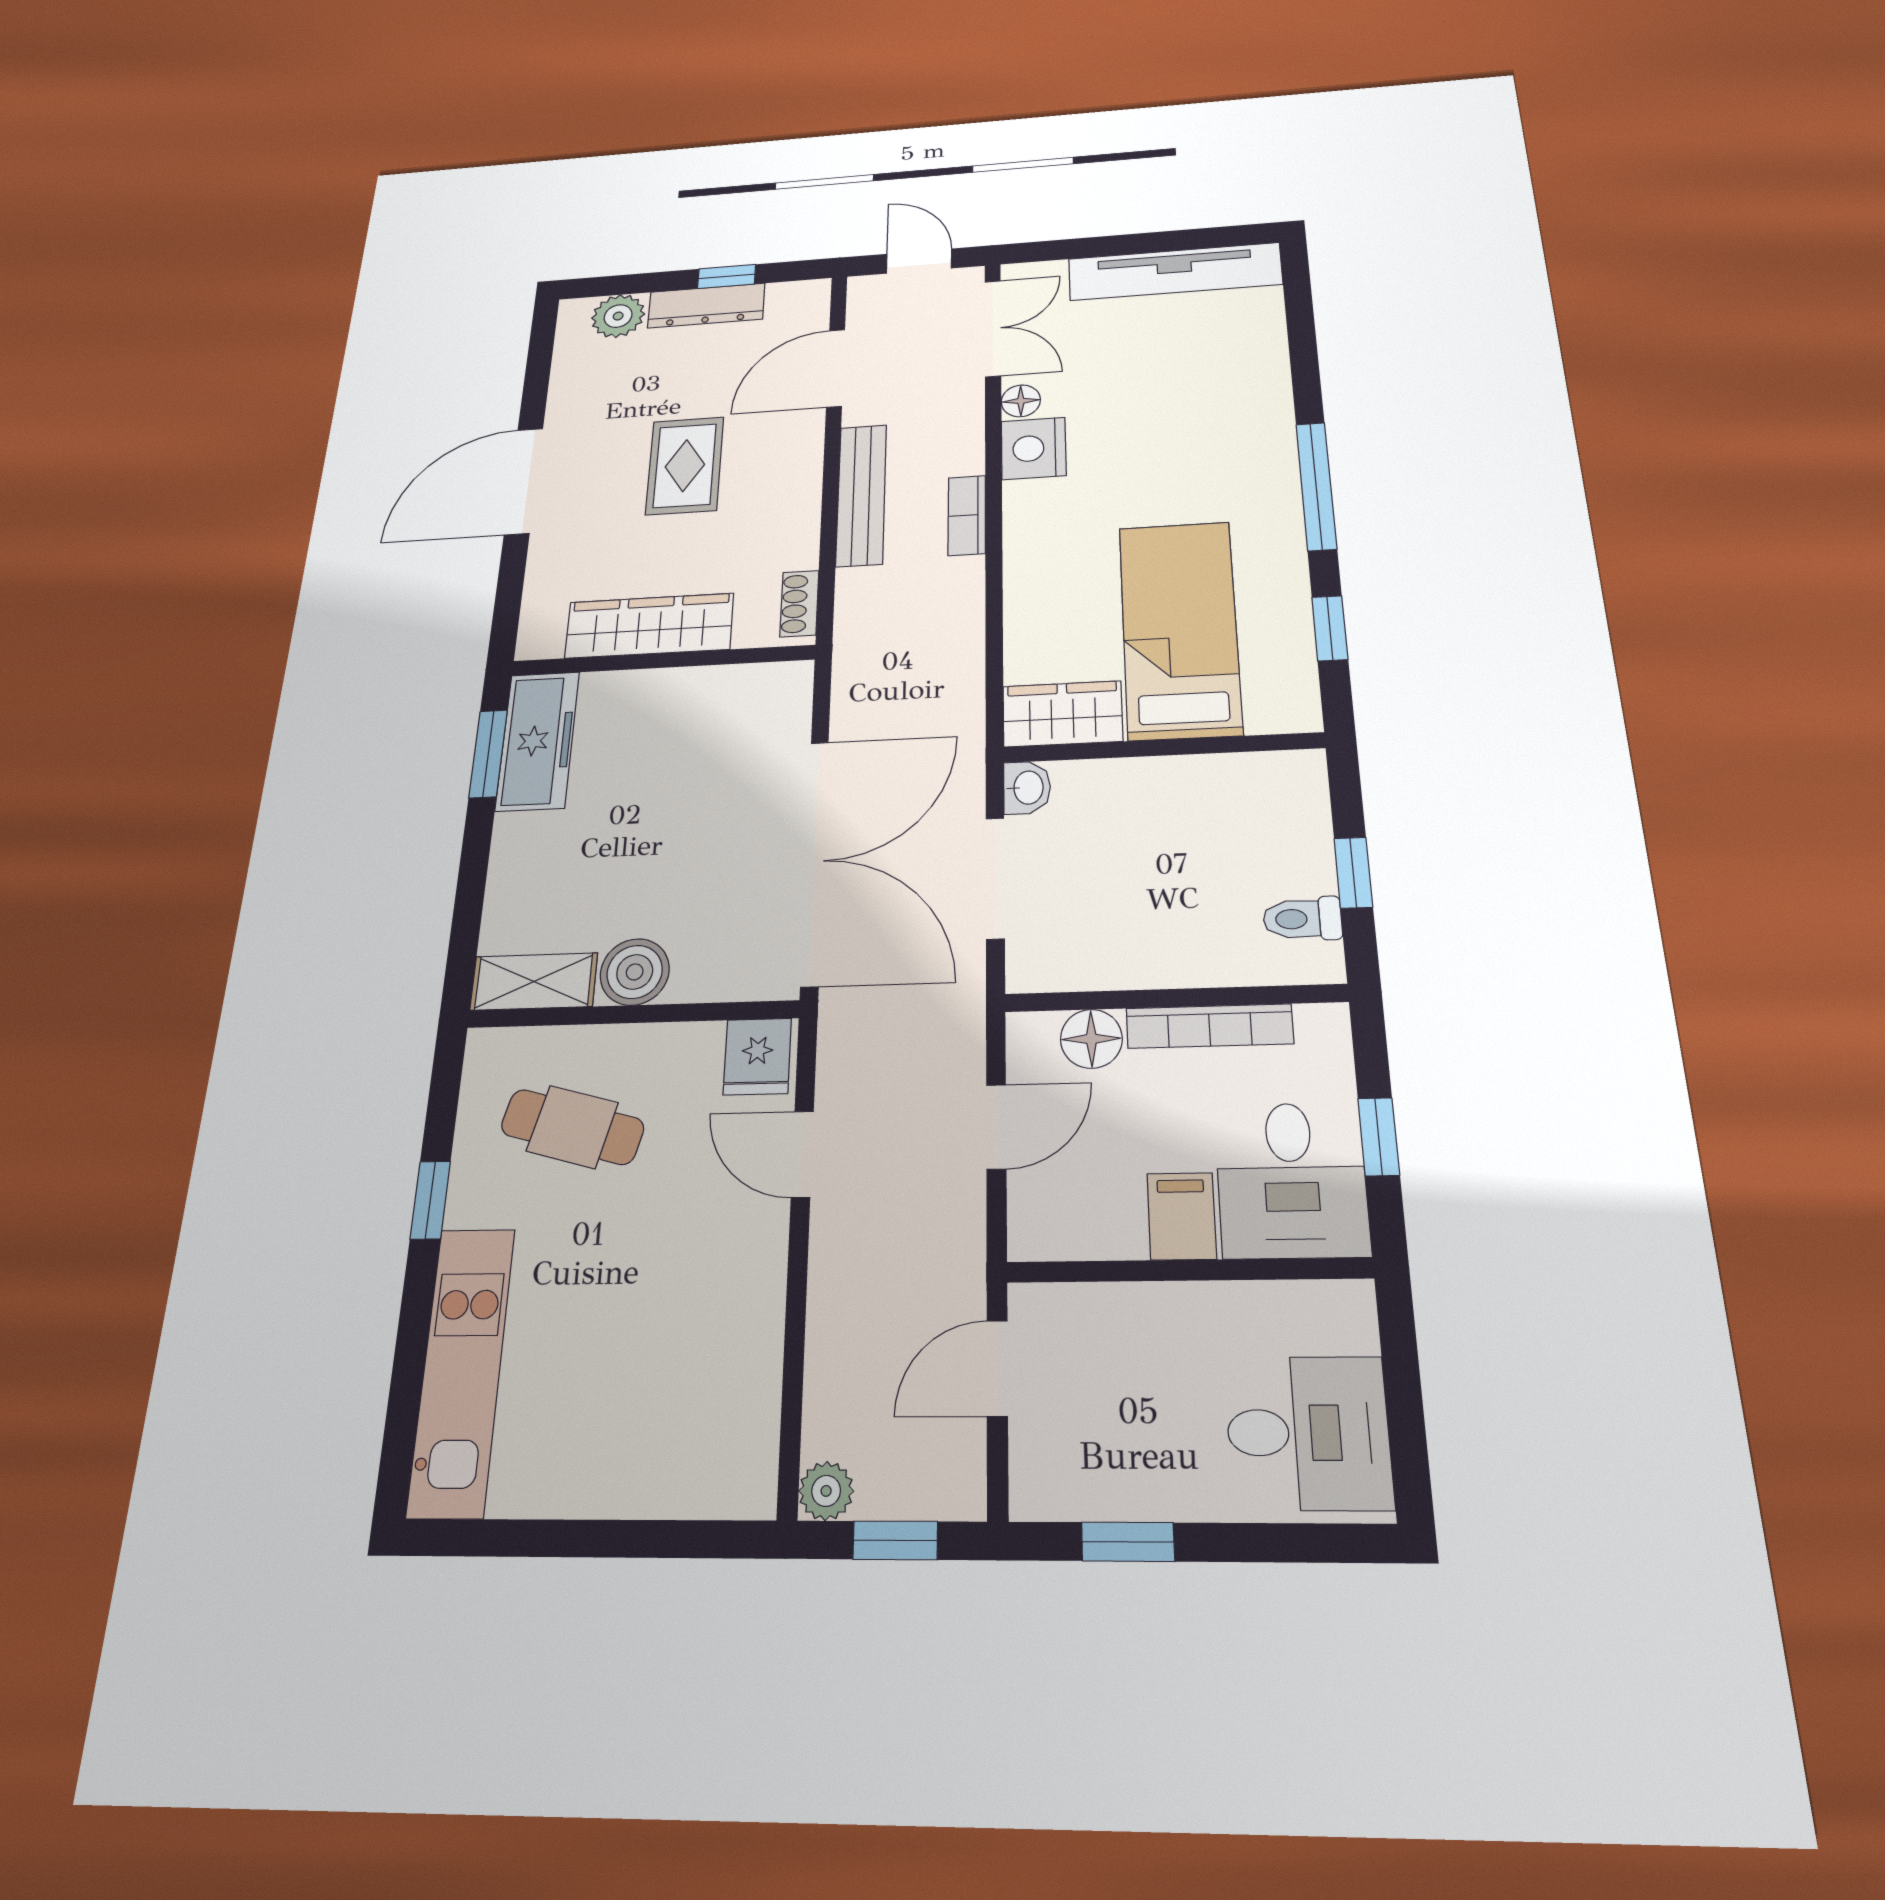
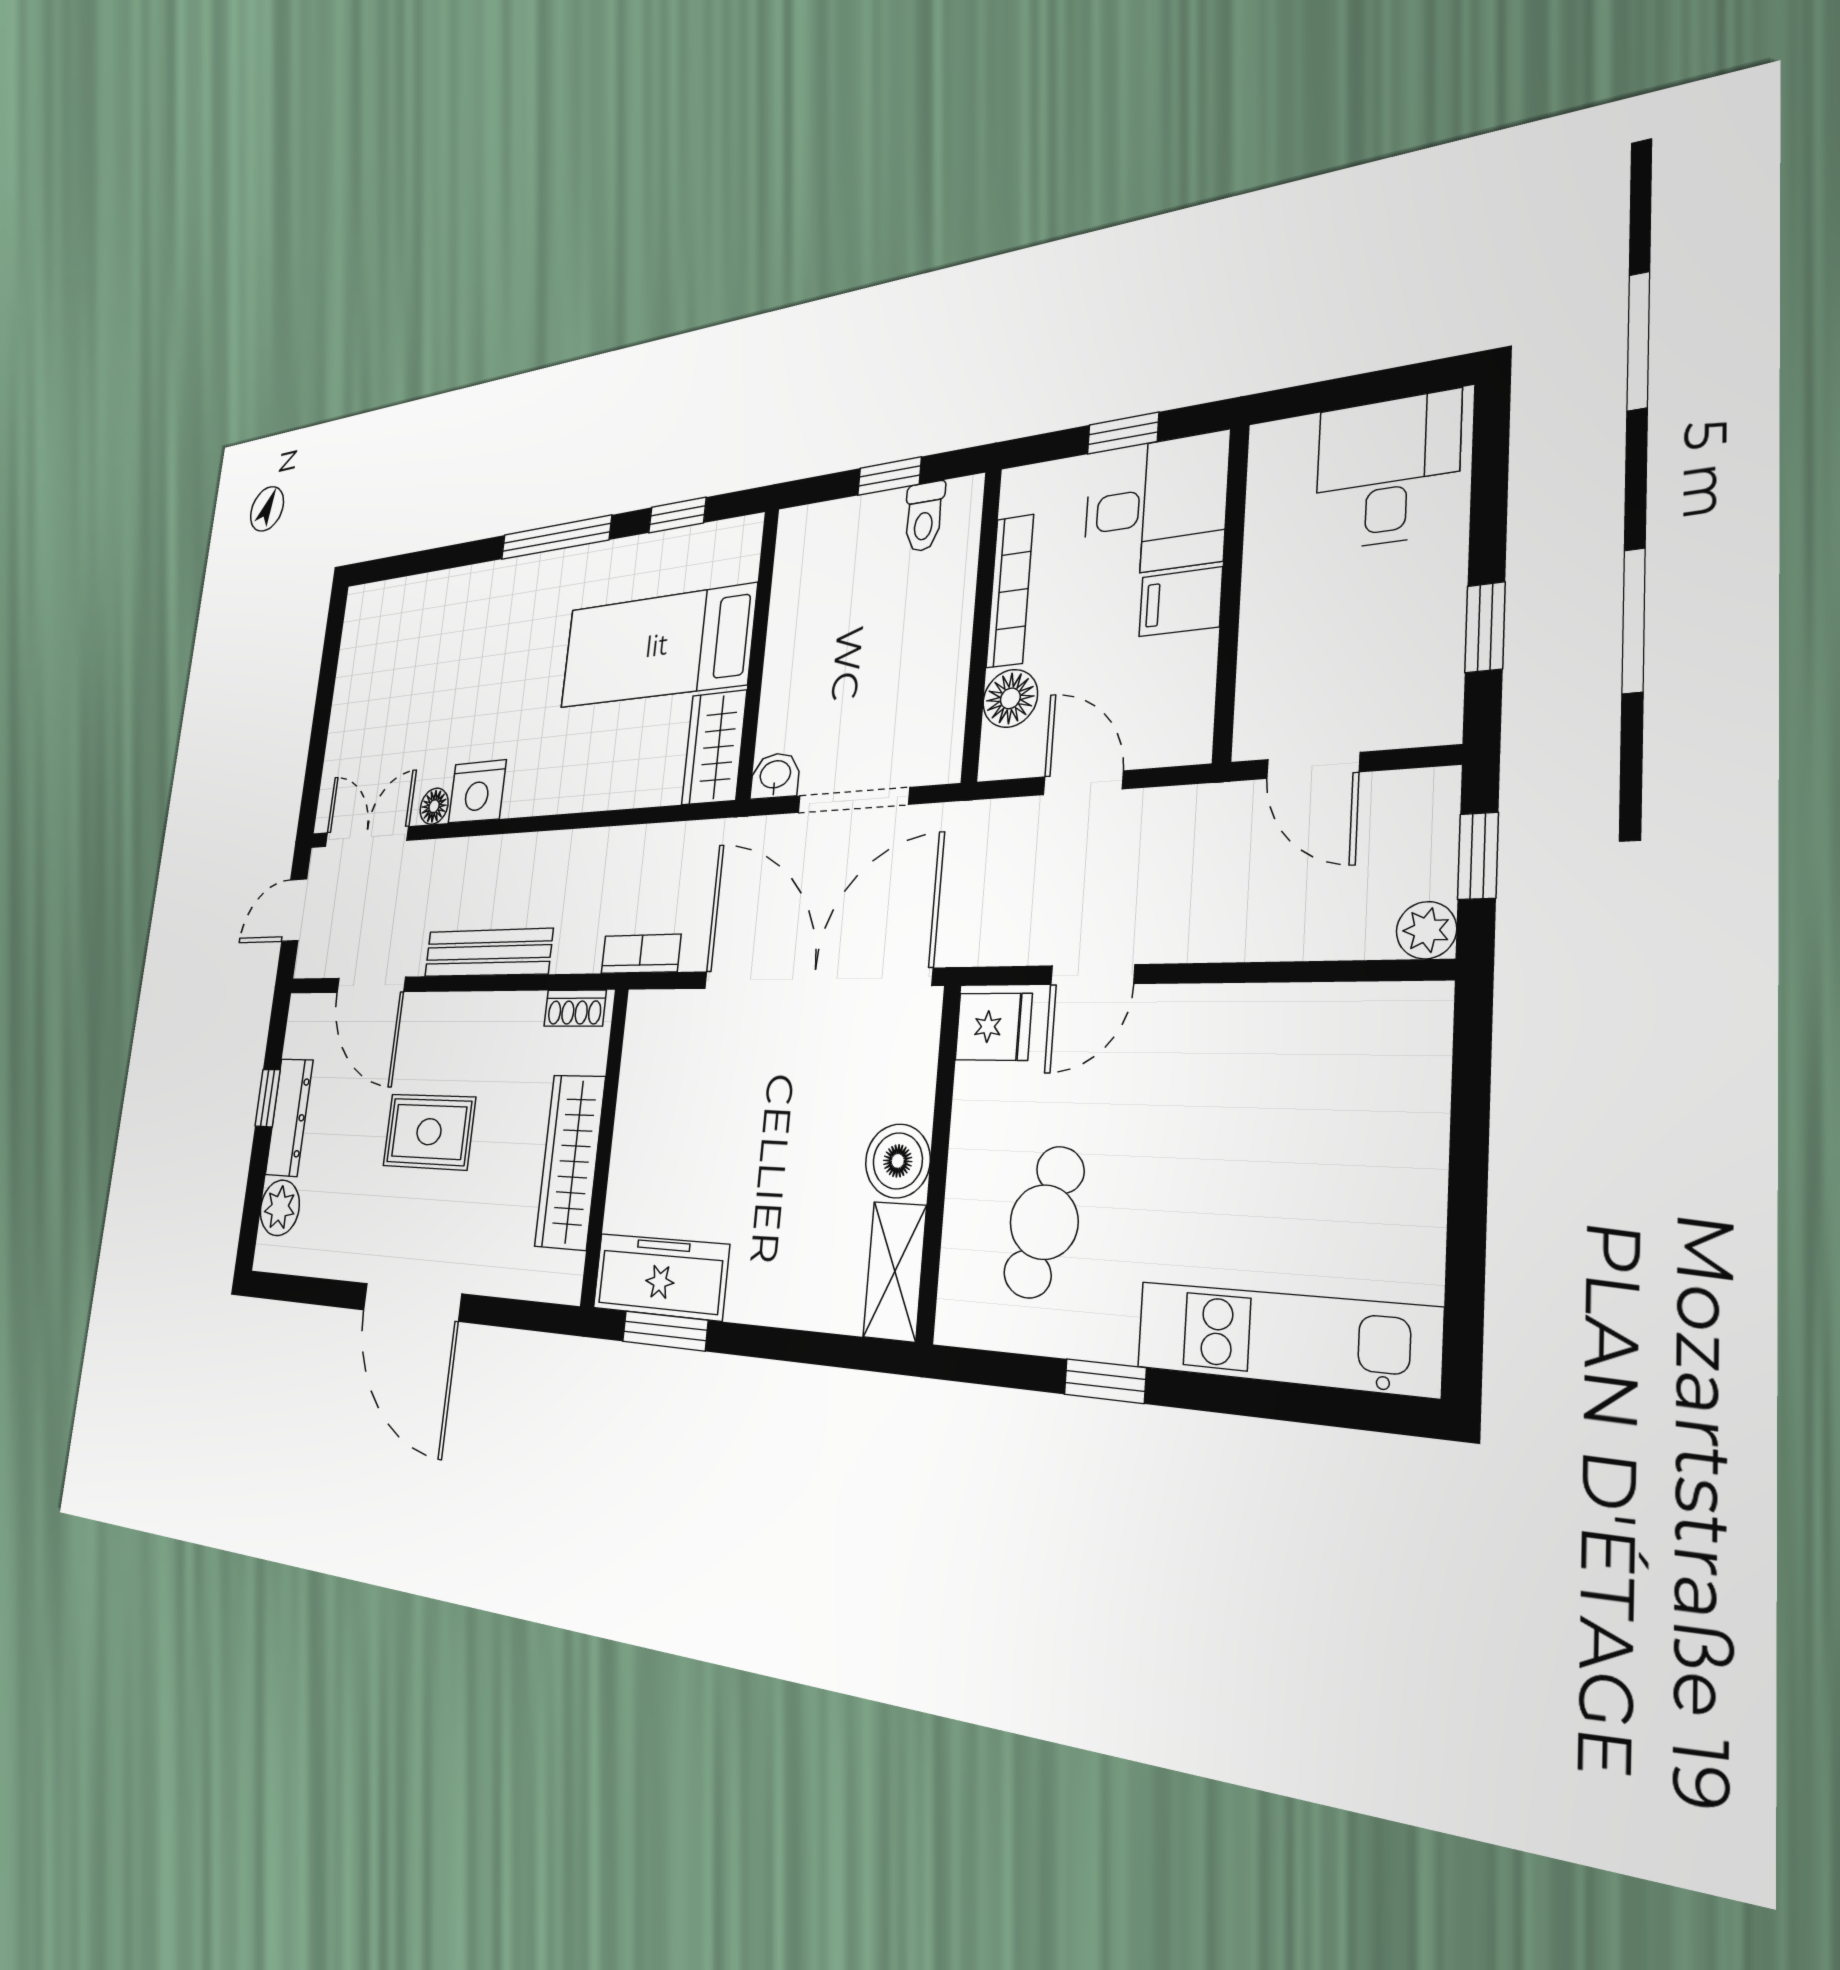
tv unit: (1175, 272) -> (353, 675), removed
bookcase: (967, 515) -> (641, 954), moved, turned 180

